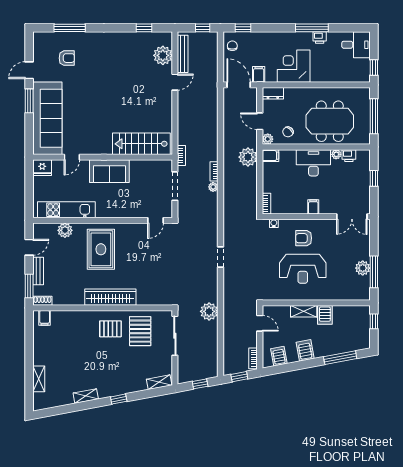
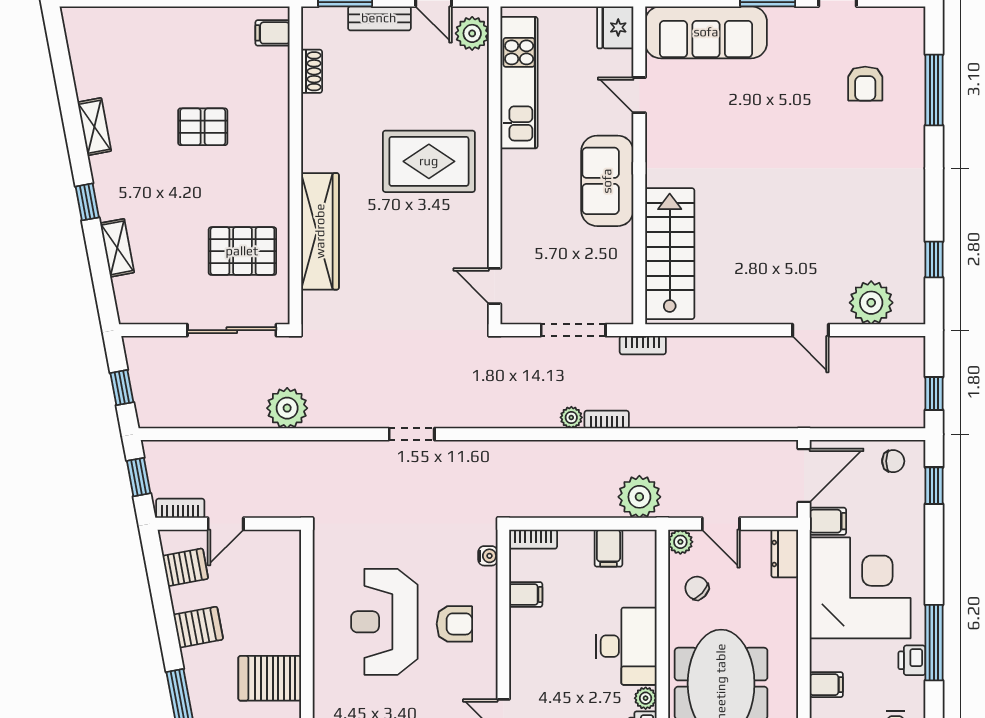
bench: (183, 54) -> (875, 348), removed
corner desk: (294, 66) -> (860, 588), width x1.36, depth x1.36
filing cabinet: (330, 75) -> (826, 685), added
sofa: (47, 118) -> (706, 32), width x0.74, depth x0.79
door: (260, 121) -> (721, 524), swing flipped
filing cabinet: (270, 156) -> (608, 548), moved
filing cabinet: (313, 207) -> (526, 595), moved
plant: (65, 230) -> (472, 33), moved
armchair: (304, 238) -> (454, 624), turned 90
wardrobe: (110, 297) -> (320, 231), moved
shoe rack: (42, 301) -> (312, 71), moved
shelving: (304, 311) -> (288, 624), removed
server rack: (325, 315) -> (270, 678), width x1.36, depth x1.44
door: (260, 323) -> (226, 524), moved
pallet: (110, 329) -> (203, 127), moved, turned 90
shelving: (39, 379) -> (134, 20), removed
shelving: (159, 382) -> (117, 248), moved

